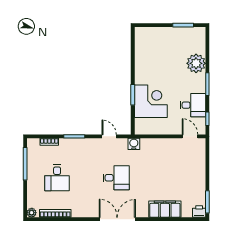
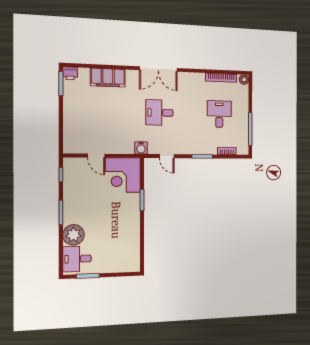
corner desk: (151, 101) -> (123, 175), moved
desk: (193, 105) -> (77, 259), moved
door: (190, 136) -> (96, 156), moved

